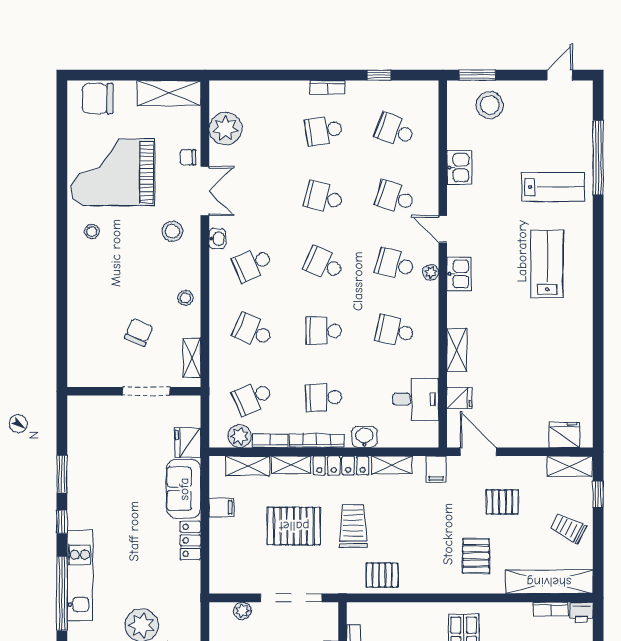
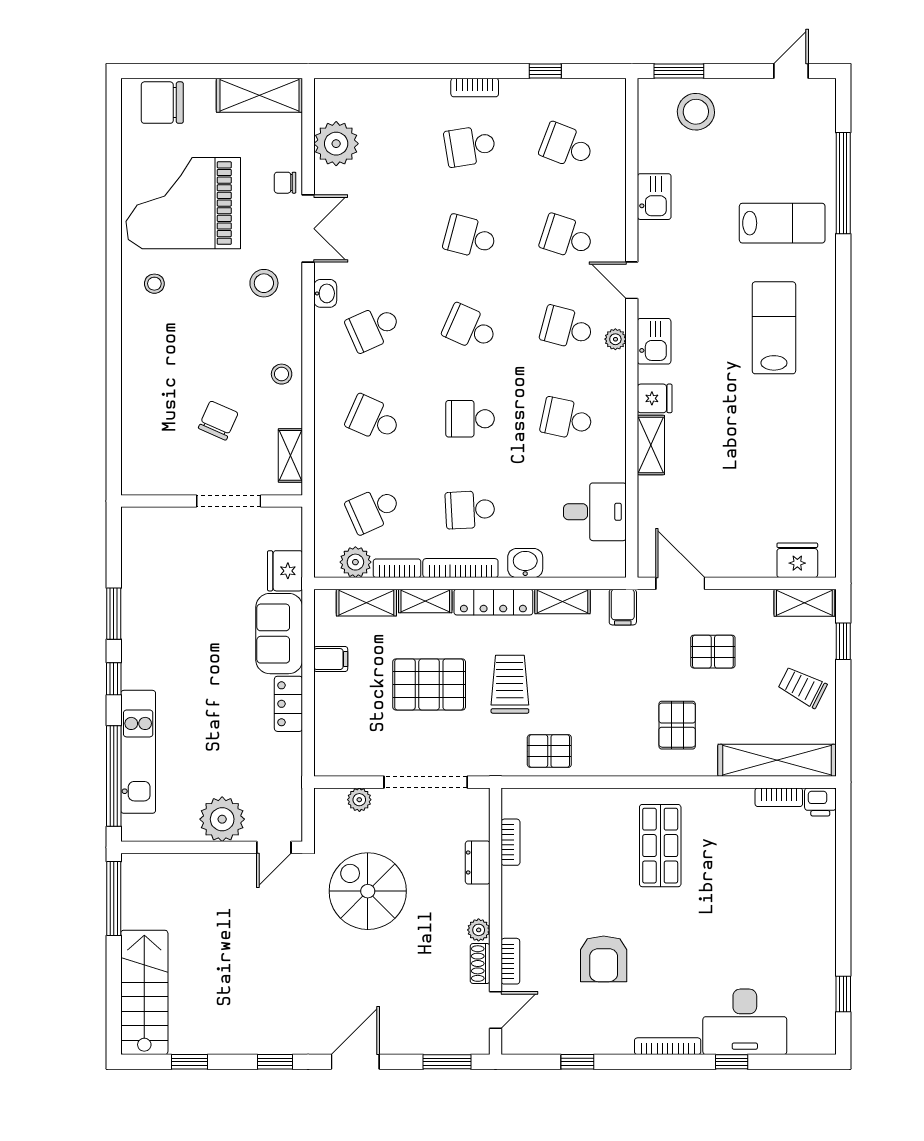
fridge: (460, 398) -> (655, 398), moved

